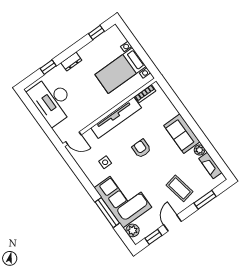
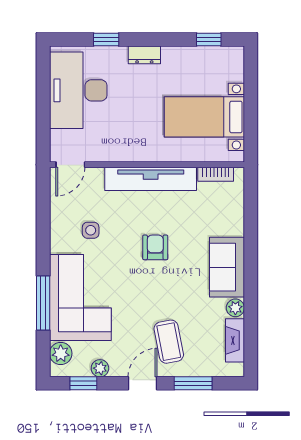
door: (73, 138) -> (70, 165), hinge flipped
door: (173, 223) -> (143, 383), moved
plant: (156, 224) -> (100, 368), added

